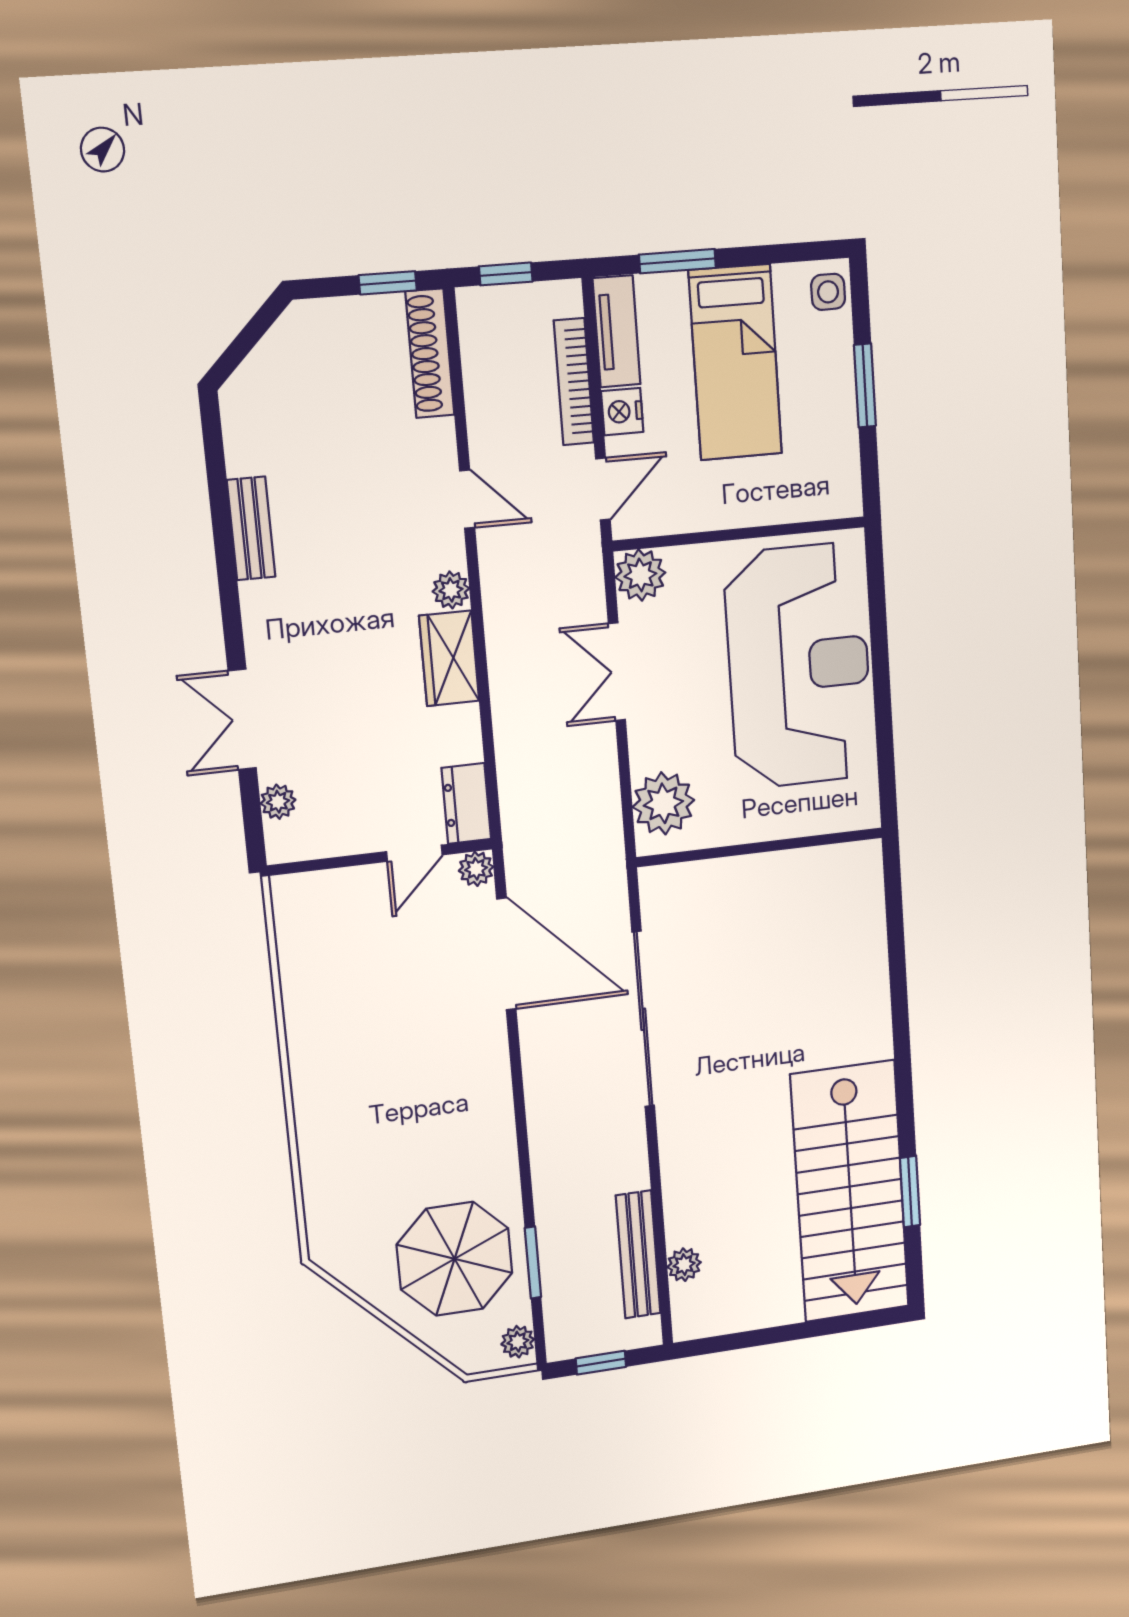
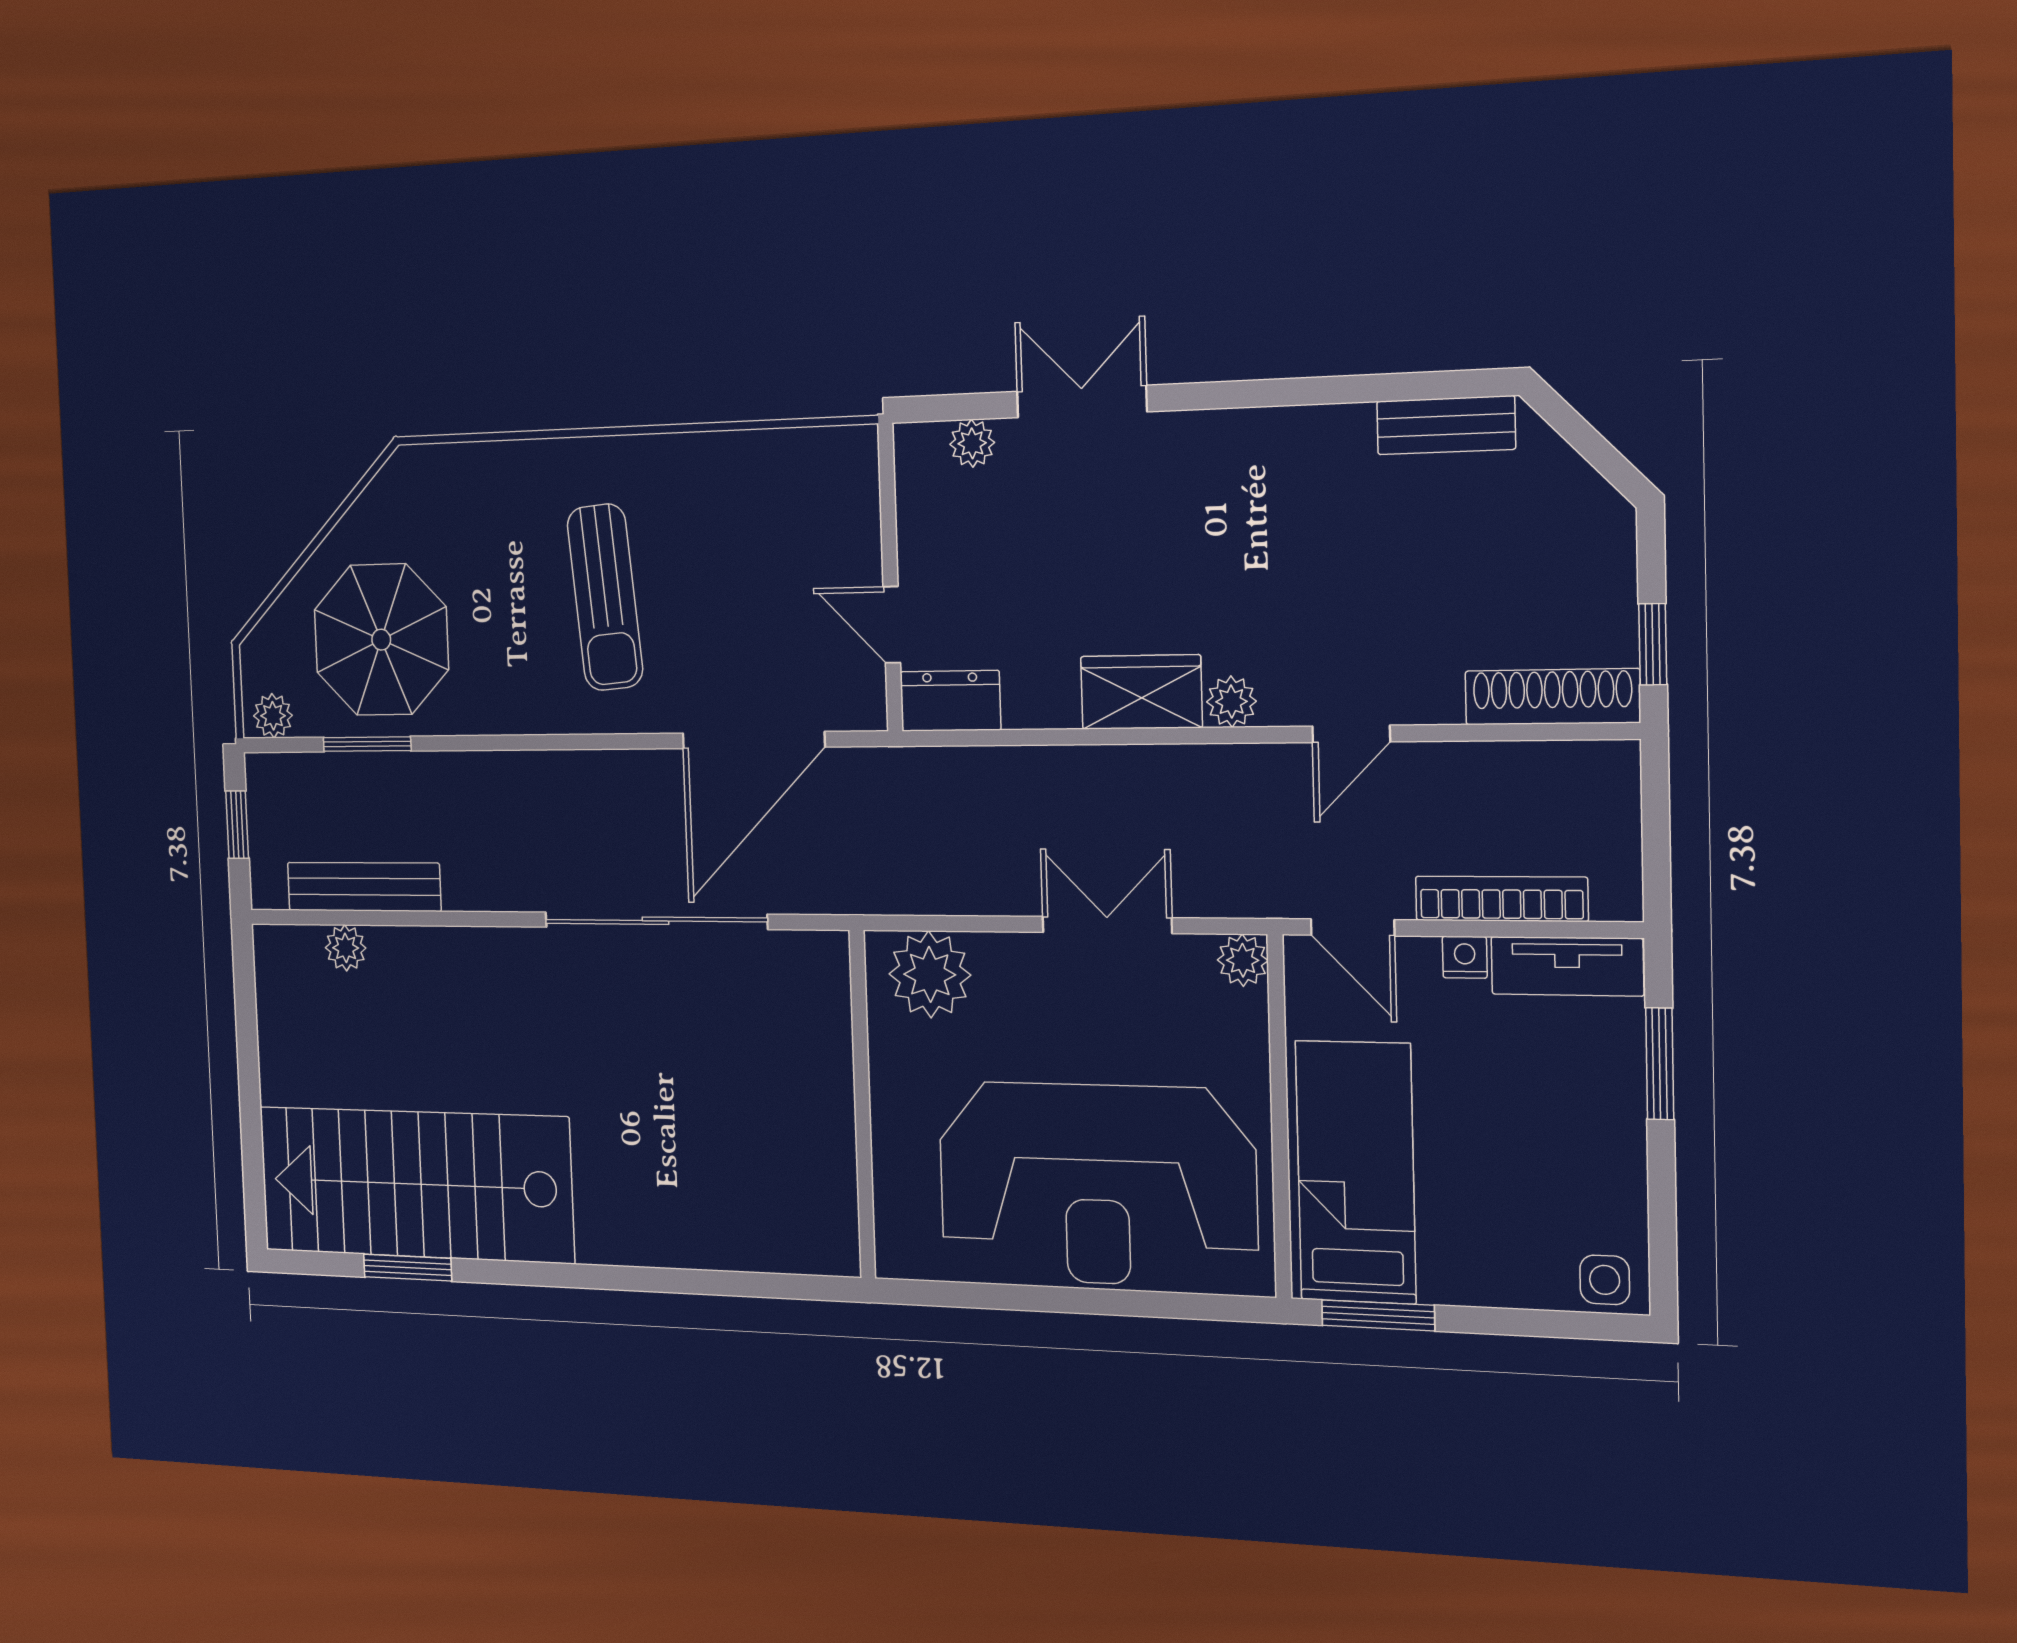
window: (506, 274) -> (1656, 814), removed
bed: (735, 362) -> (1356, 1172), moved, turned 90
window: (865, 386) -> (1378, 1315), moved
nightstand: (622, 412) -> (1465, 957), width x0.72, depth x0.74
bench: (251, 528) -> (1446, 425), moved
plant: (640, 575) -> (1243, 960), width x0.73, depth x0.73
plant: (476, 869) -> (865, 707), removed
sun lounger: (410, 1081) -> (605, 597), added

